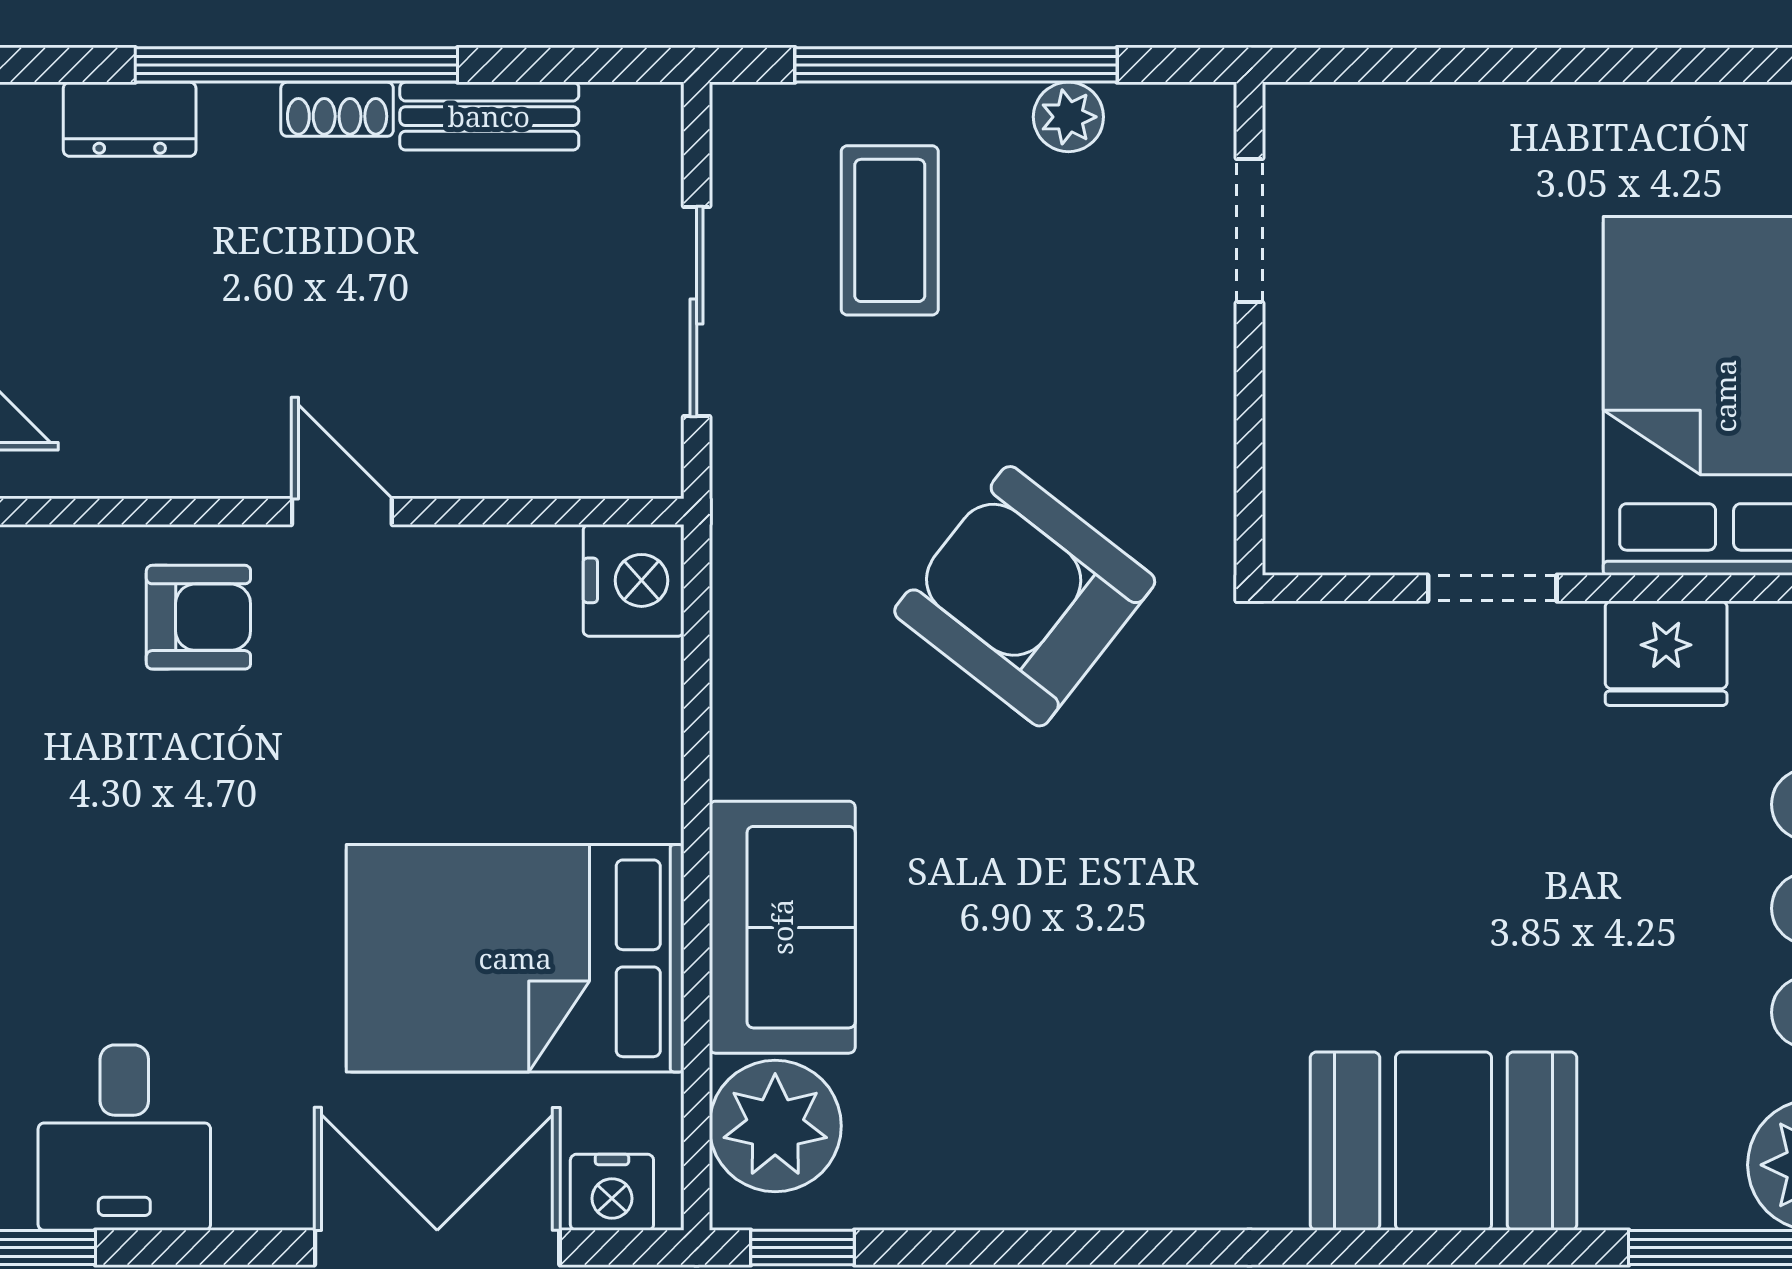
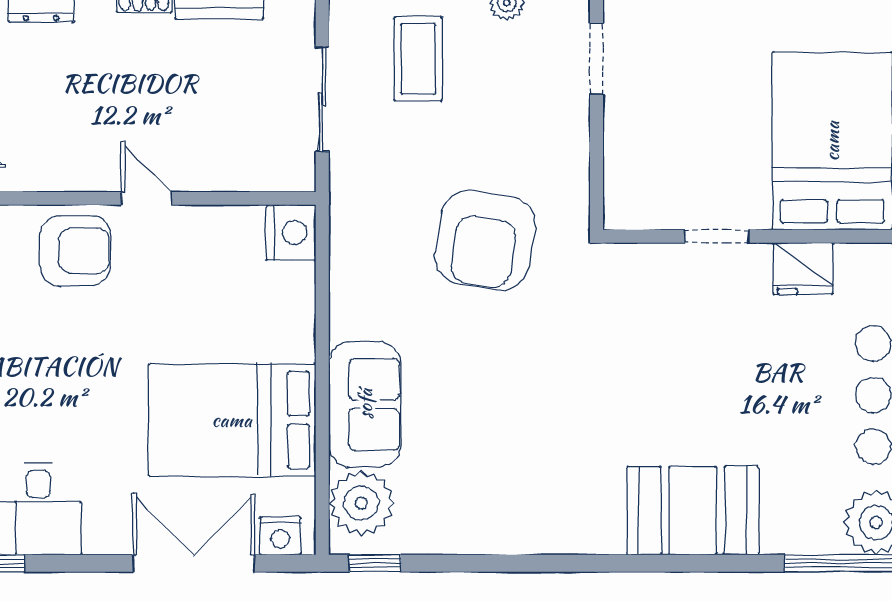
armchair: (1025, 596) -> (485, 240), turned -119
armchair: (198, 617) -> (75, 251), width x1.38, depth x1.38

